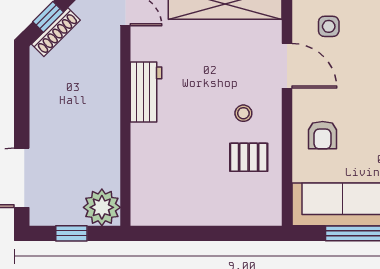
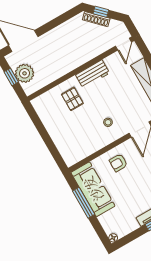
pallet: (249, 157) -> (72, 99), moved
plant: (102, 207) -> (25, 73), moved

